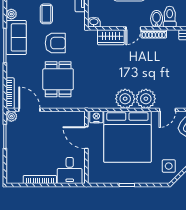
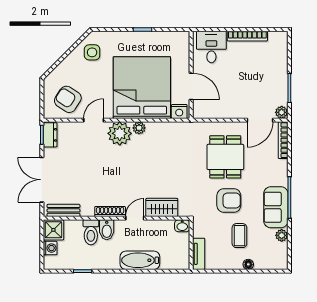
armchair: (55, 43) -> (229, 200), turned 180
plant: (125, 99) -> (139, 128), width x0.53, depth x0.53
door: (29, 110) -> (260, 120), hinge flipped

